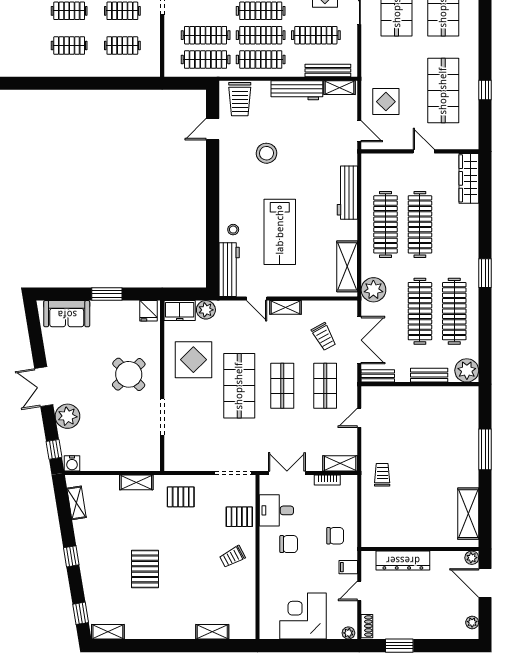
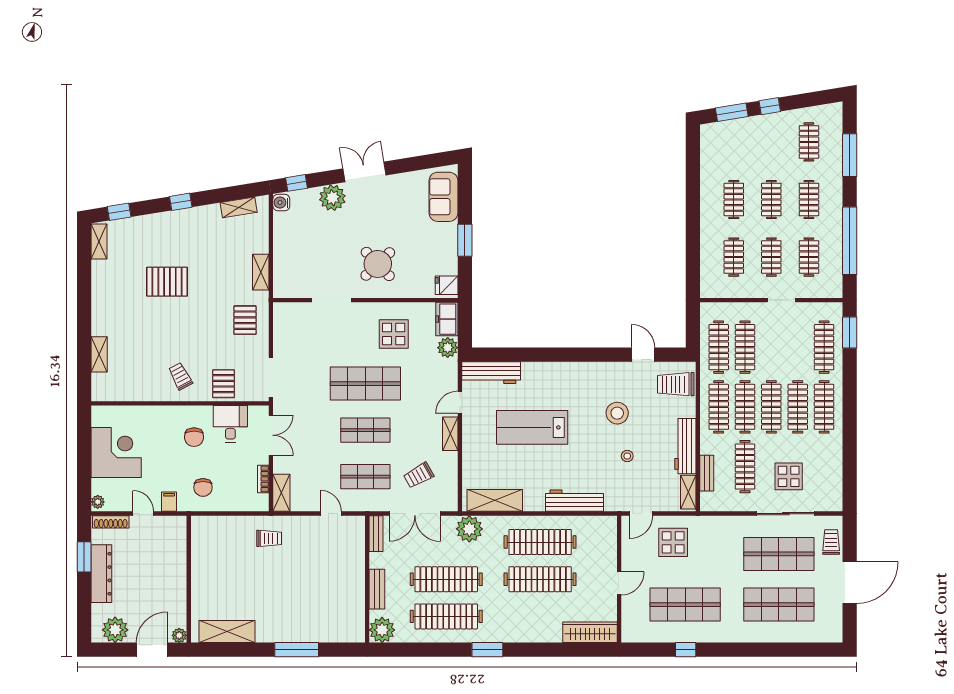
bench: (328, 70) -> (707, 473), width x0.73
stool: (233, 230) -> (627, 456), moved
display table: (193, 360) -> (394, 334), width x0.73, depth x0.73
dresser: (403, 560) -> (101, 574), moved, turned 180
plant: (472, 622) -> (115, 630), width x1.88, depth x1.88
shoe rack: (367, 626) -> (111, 522), width x1.43

